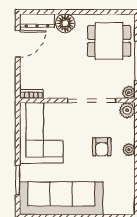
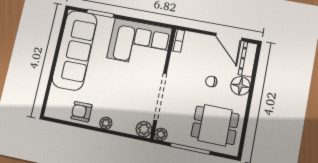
dining table: (109, 41) -> (215, 125), turned 90
chair: (66, 53) -> (211, 82), added
armchair: (102, 147) -> (82, 112), moved

